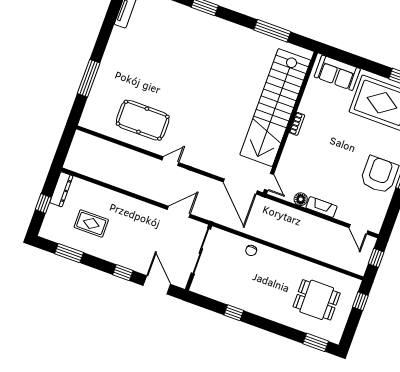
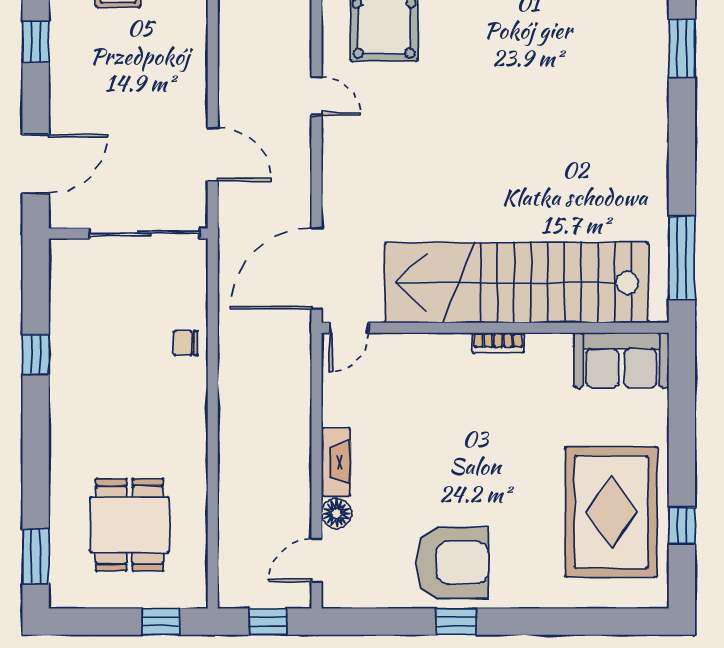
window: (272, 31) -> (682, 258), moved
sofa: (337, 73) -> (621, 360), moved, turned -90
floor lamp: (301, 199) -> (336, 513), moved
window: (123, 273) -> (36, 42), moved

